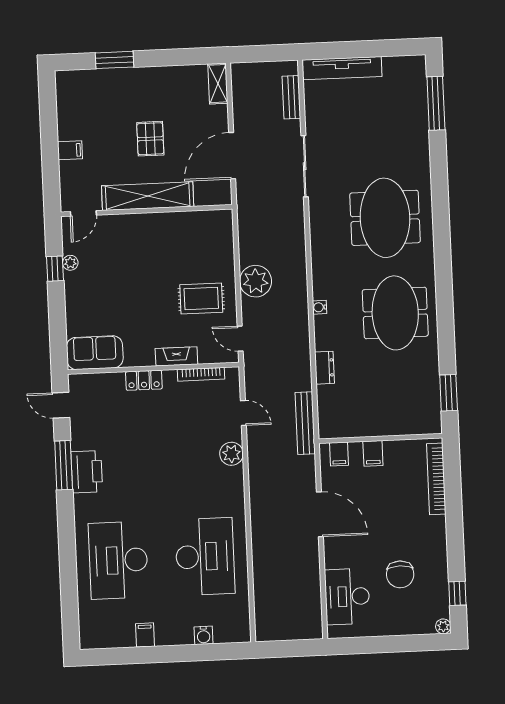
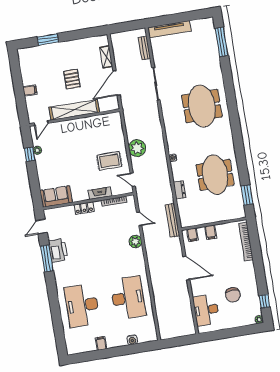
shelving: (218, 84) -> (106, 57), moved
meeting table: (395, 313) -> (215, 175), moved
door: (61, 405) -> (42, 227), hinge flipped
printer: (87, 472) -> (58, 250), moved

